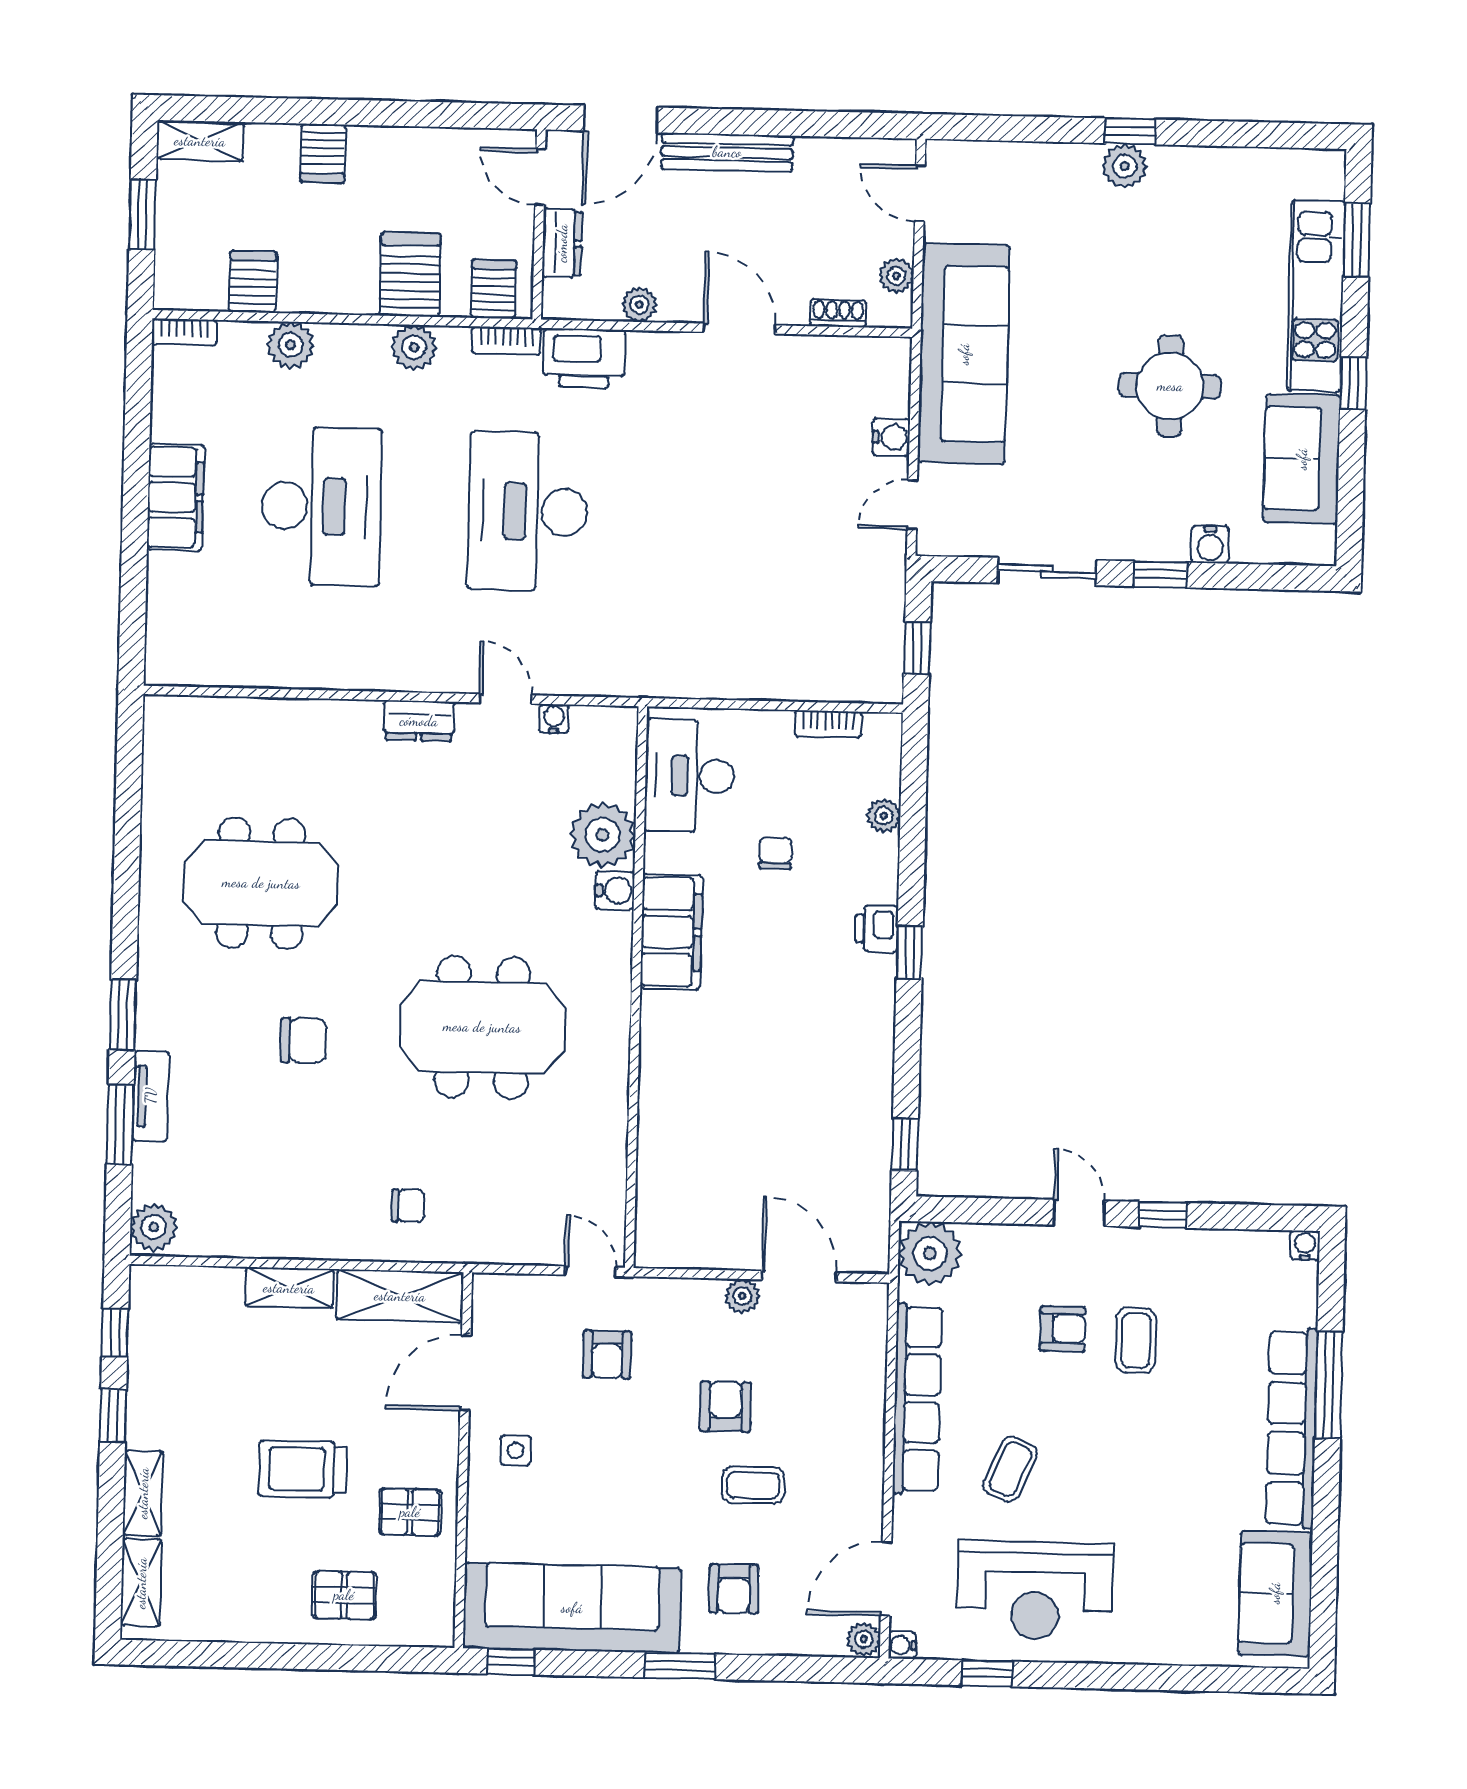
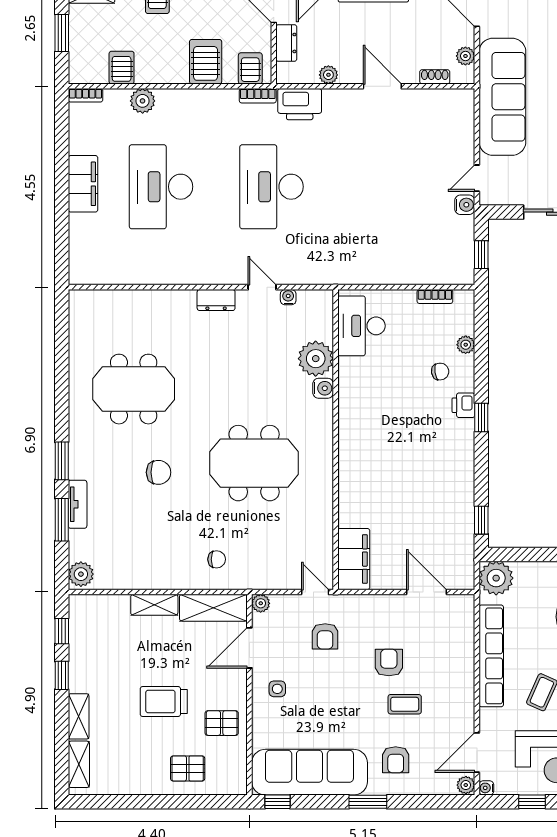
plant: (414, 347) -> (209, 101), removed
water cooler: (891, 437) -> (465, 205), moved
desk: (321, 506) -> (161, 187), turned 180
chair: (775, 853) -> (440, 372), moved, turned 81
filing cabinet: (671, 932) -> (354, 559), moved
plant: (742, 1296) -> (261, 603), moved

